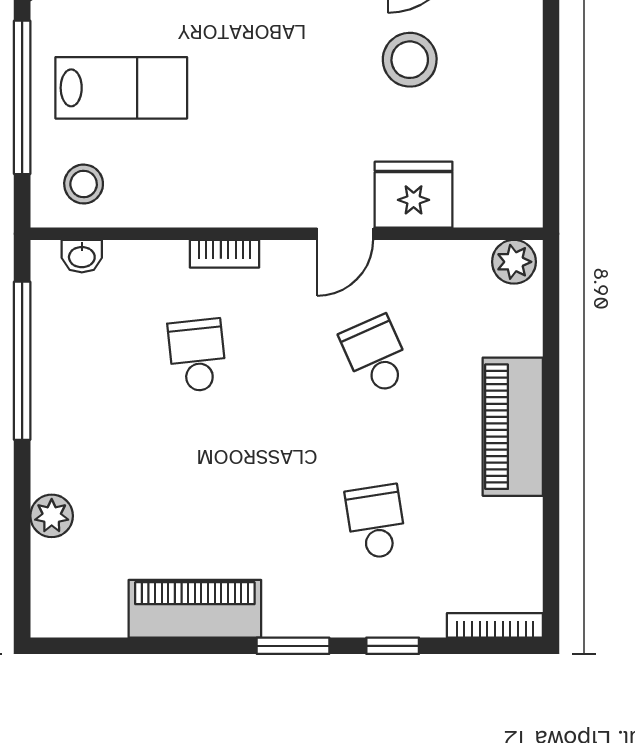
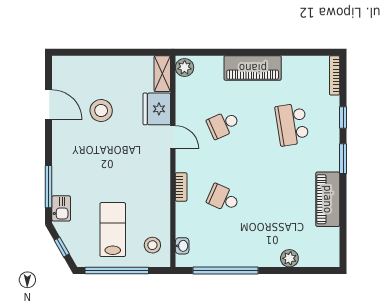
shelving: (499, 208) -> (162, 74), added
school desk: (197, 355) -> (223, 198), turned 30
school desk: (376, 522) -> (292, 124), width x1.85

